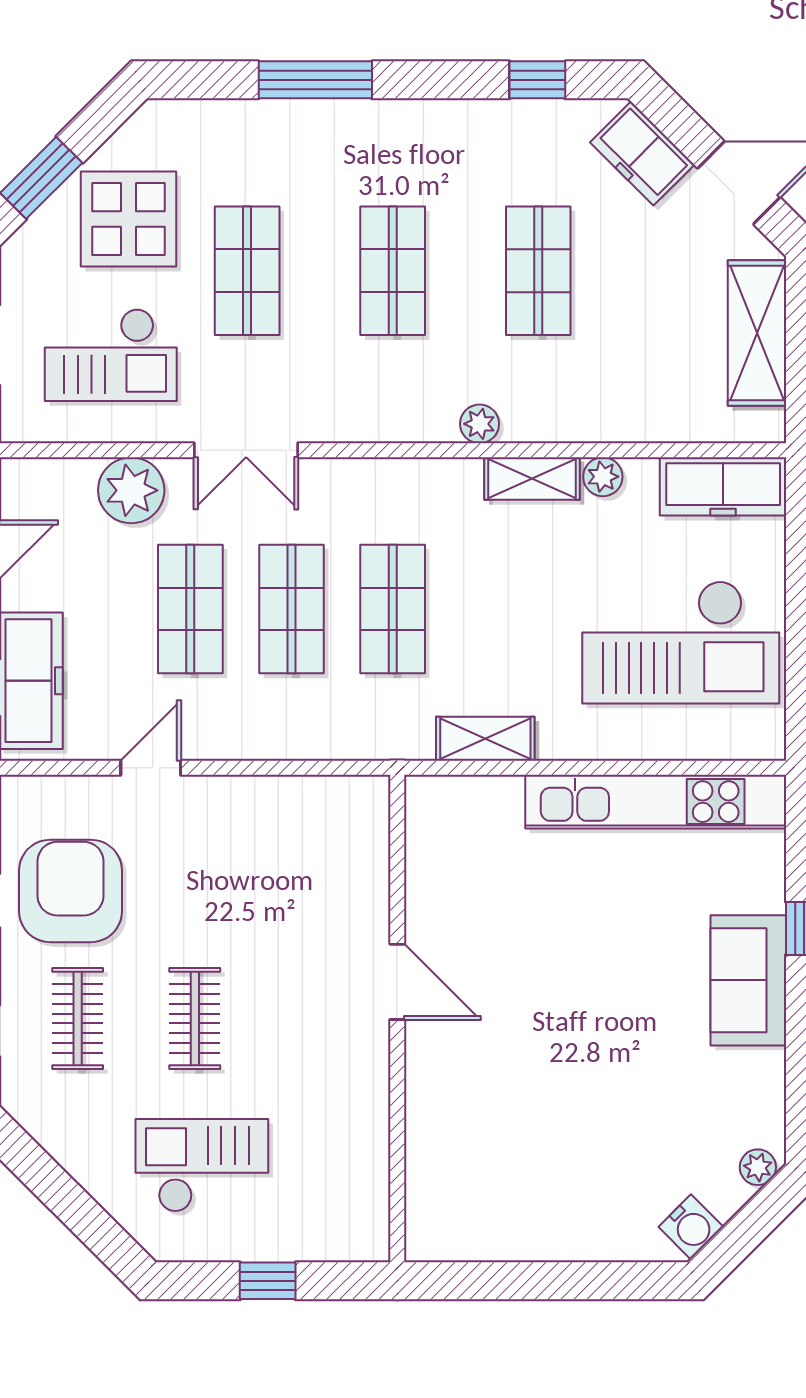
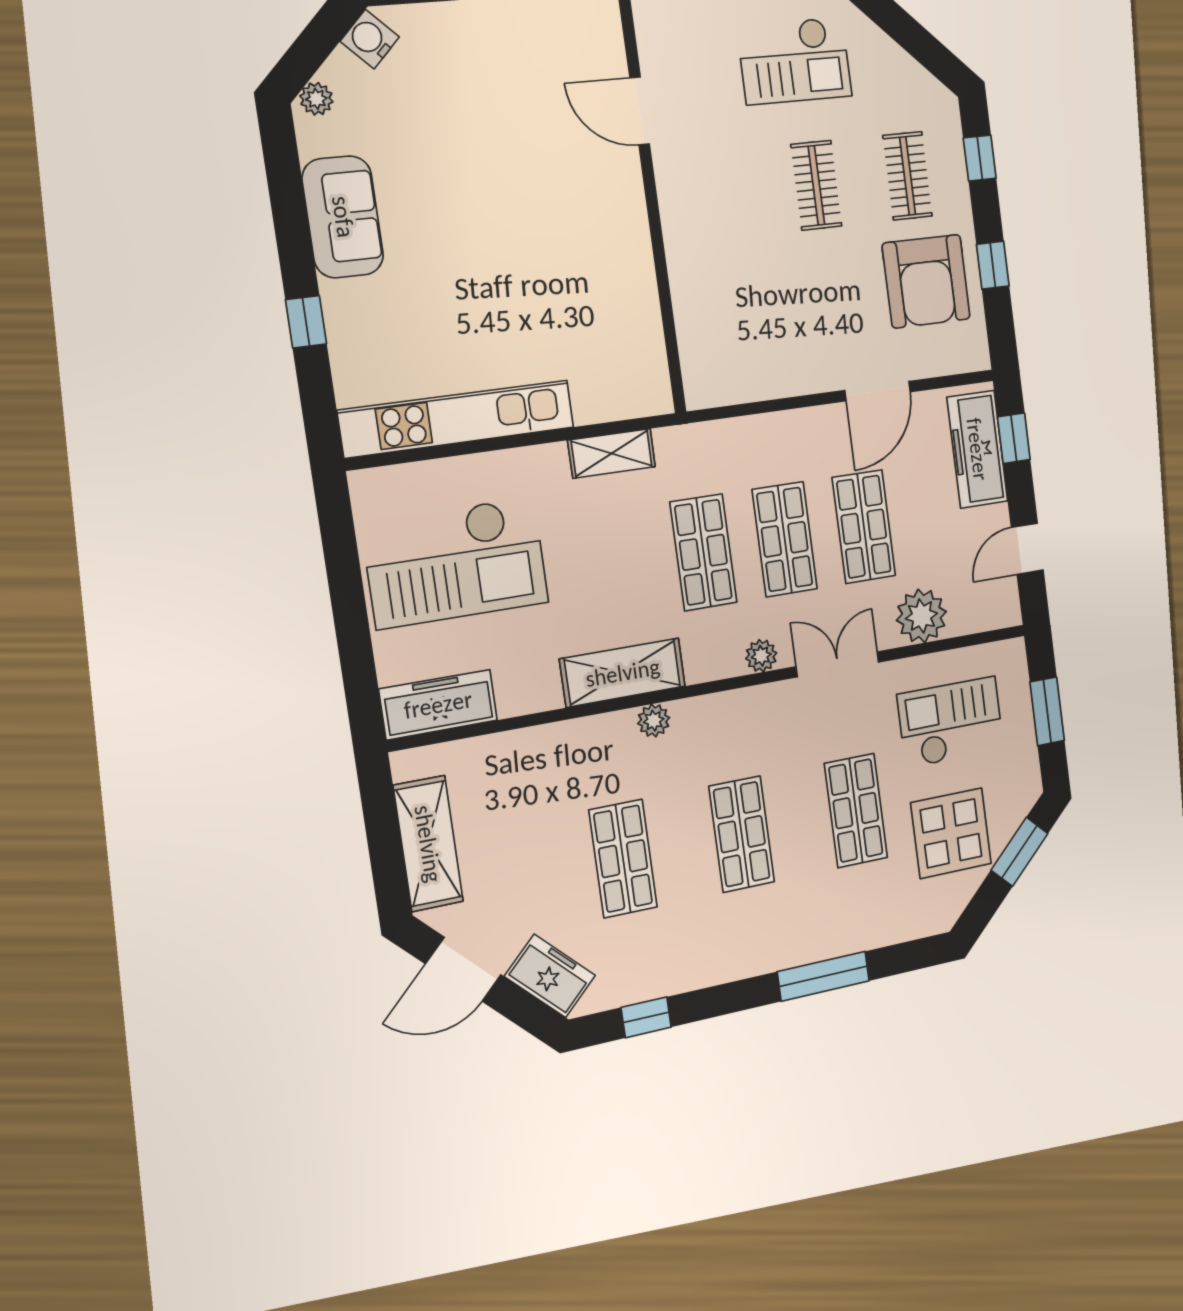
plant: (603, 477) -> (761, 656), moved
shelving: (532, 479) -> (623, 673), width x1.50, depth x1.33
checkout: (681, 642) -> (456, 562), turned 180
door: (151, 768) -> (878, 391), width x1.38
sofa: (748, 980) -> (343, 217), moved
door: (397, 982) -> (640, 111), moved

